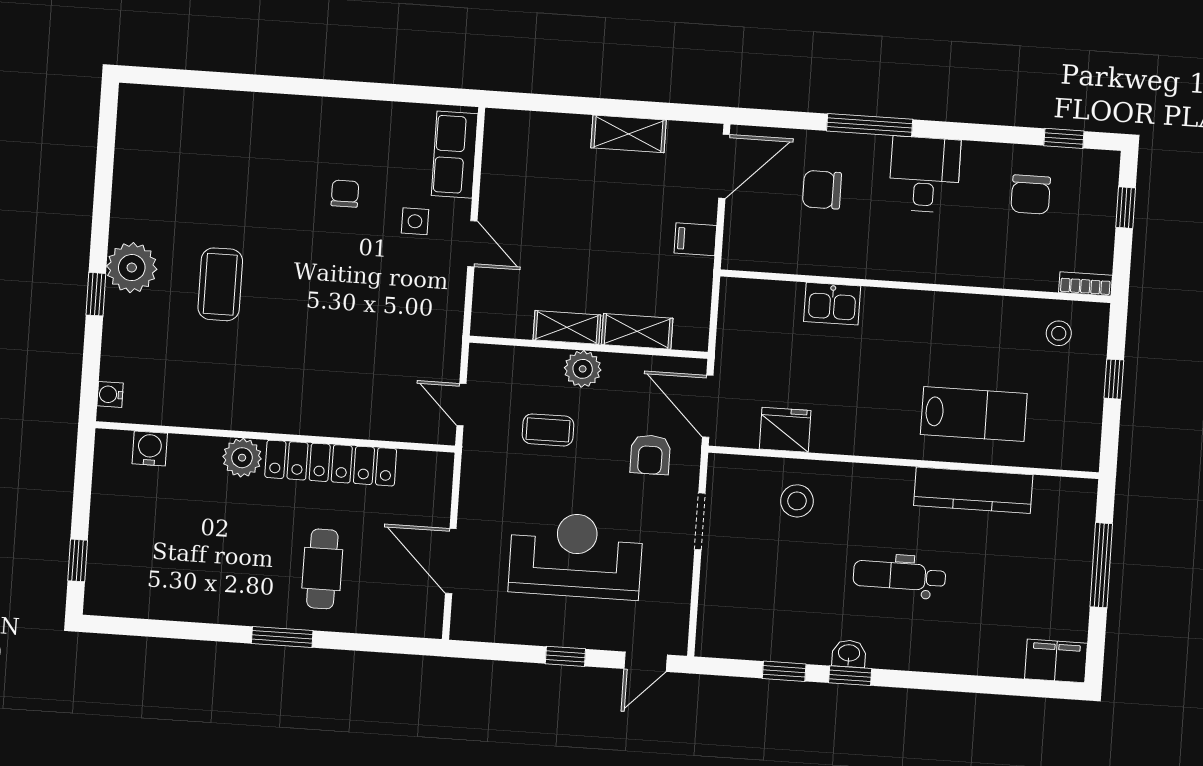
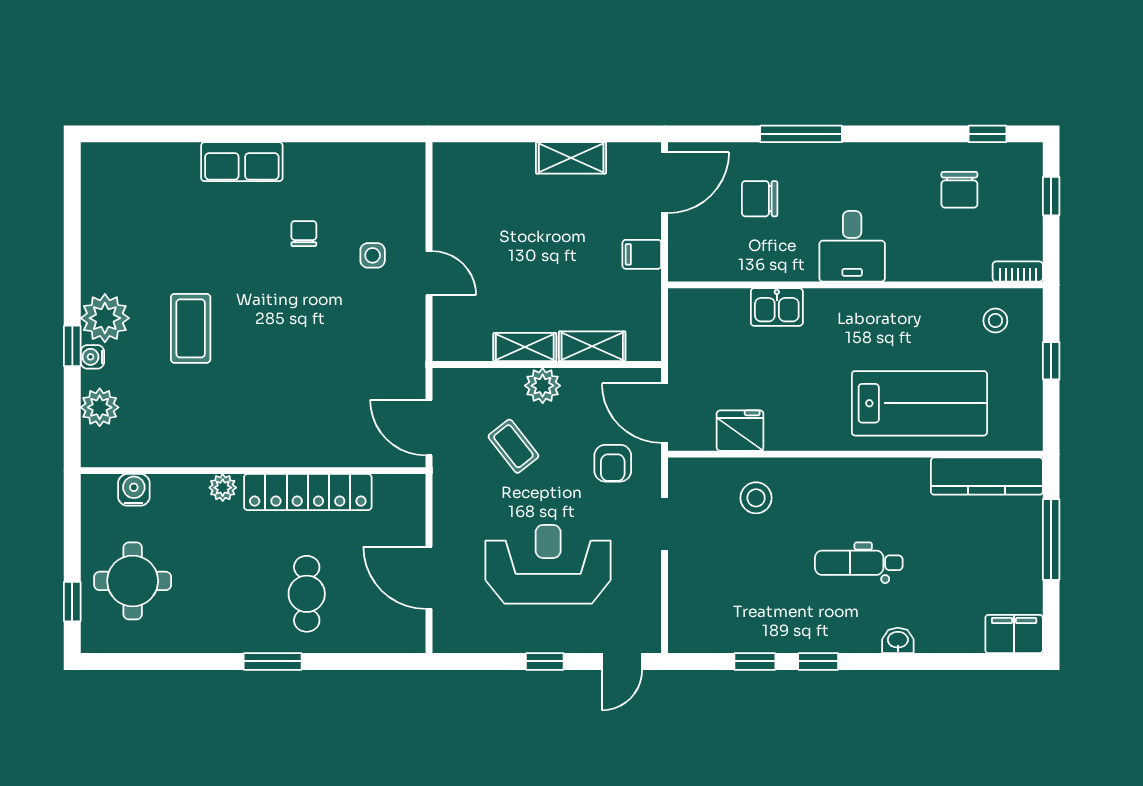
row of seats: (455, 155) -> (242, 162), moved, turned -90
desk: (925, 174) -> (852, 246), moved, turned 180
plant: (120, 360) -> (100, 407), added
water cooler: (110, 394) -> (92, 357), moved
door: (461, 405) -> (429, 428), width x1.38
lab bench: (974, 414) -> (919, 403), width x1.36, depth x1.39
coffee table: (548, 430) -> (513, 446), turned 52
plant: (242, 458) -> (223, 488), width x0.73, depth x0.73
kitchen counter: (973, 490) -> (987, 476), moved
round table: (142, 543) -> (133, 581), added
washbasin: (849, 654) -> (898, 640), moved

